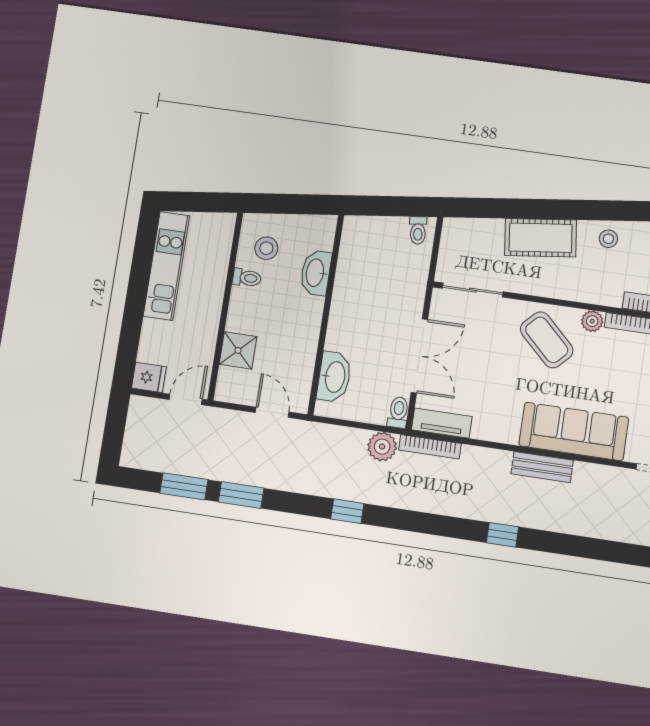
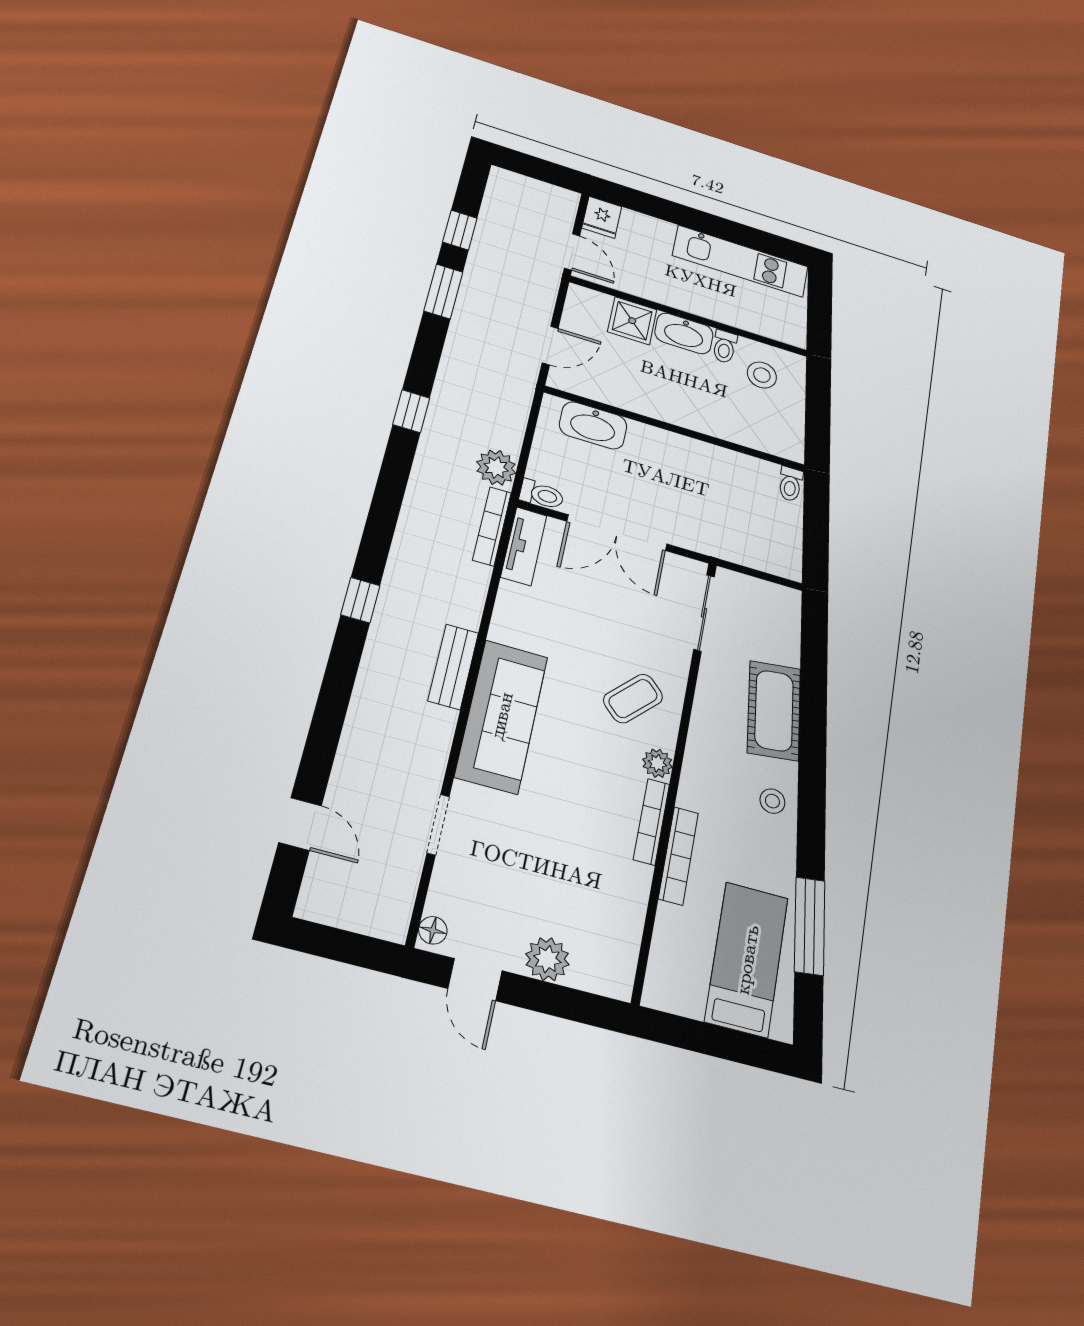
toilet: (418, 230) -> (790, 484), moved, turned -83
washbasin: (316, 273) -> (684, 333), moved, turned 180
coffee table: (547, 340) -> (633, 699), width x0.73, depth x0.77
window: (184, 486) -> (460, 230), width x0.67

